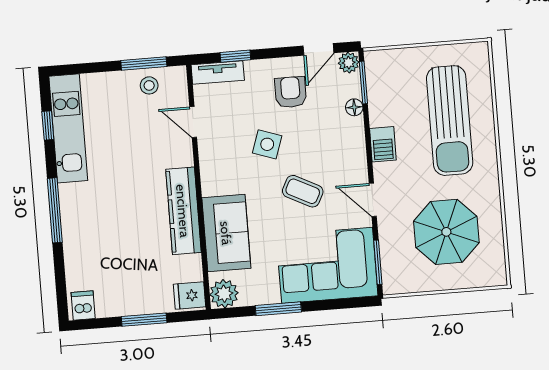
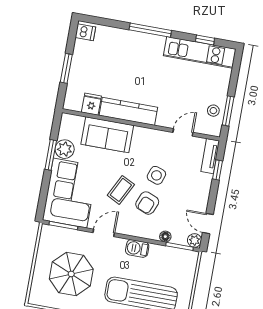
armchair: (291, 92) -> (147, 203), moved, turned 112
plant: (224, 294) -> (65, 149), moved
fridge: (189, 296) -> (91, 104), moved

